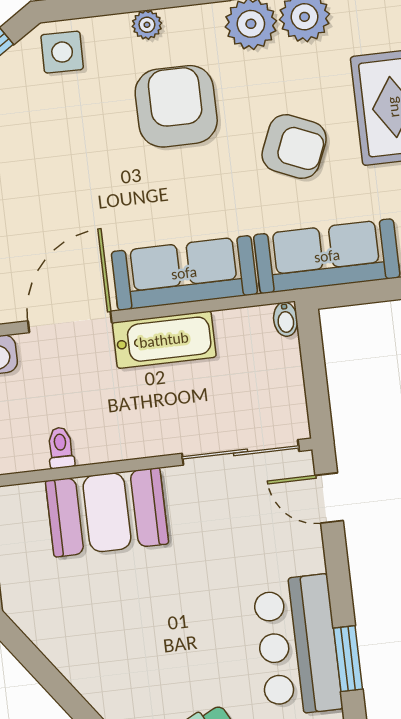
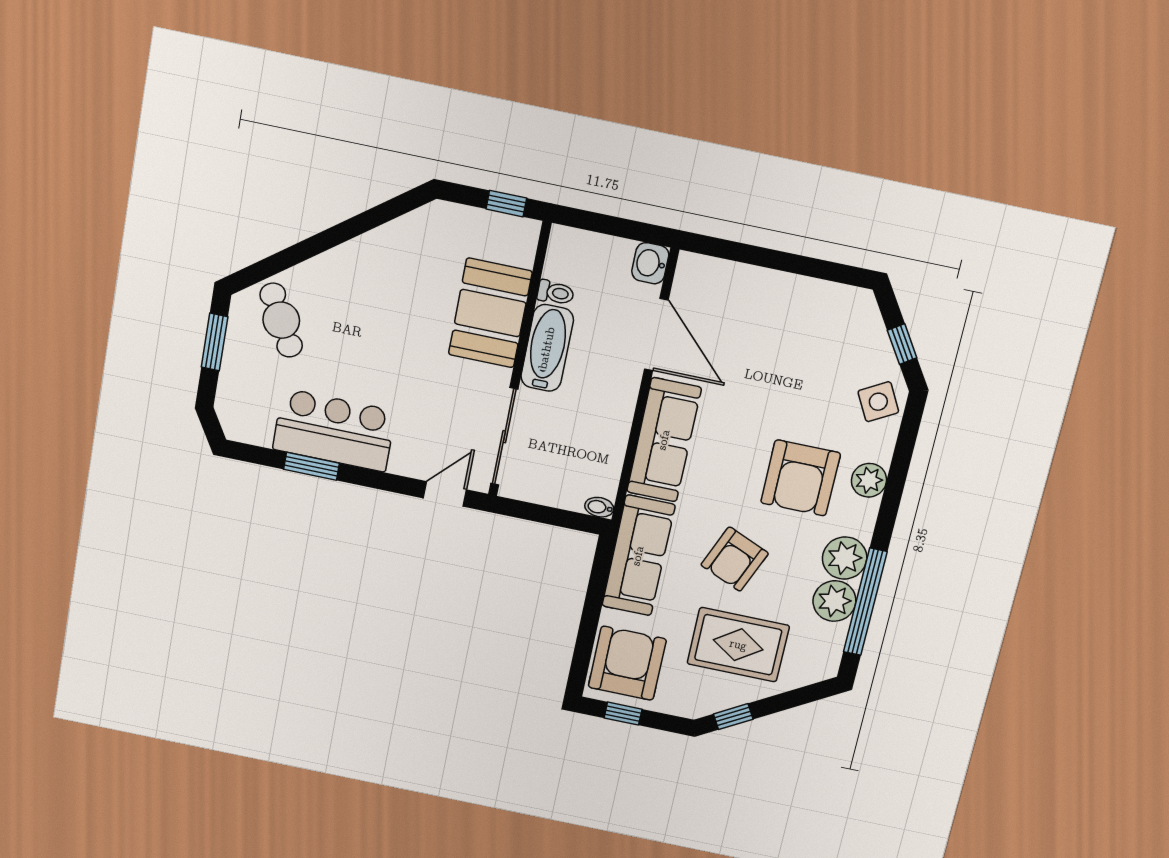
plant: (147, 25) -> (869, 480), width x1.38, depth x1.38
side table: (62, 52) -> (878, 402), turned -30
armchair: (176, 106) -> (801, 478), turned 90
bathtub: (164, 340) -> (547, 348), moved, turned 180

